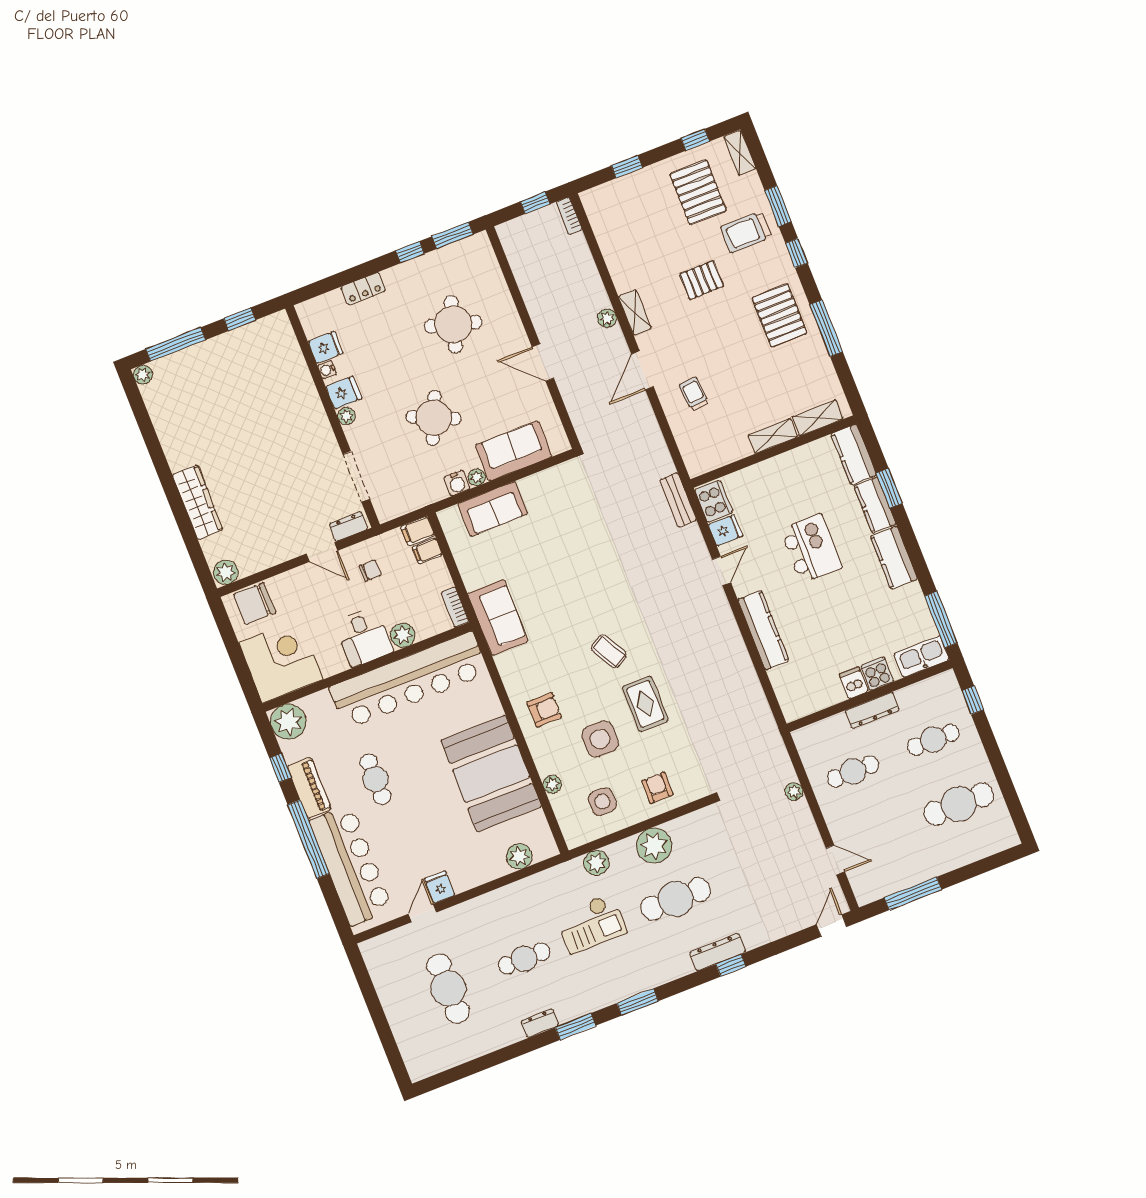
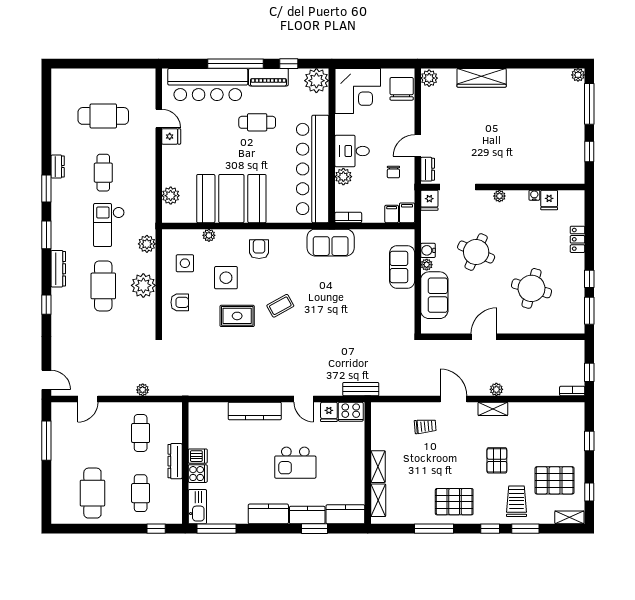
fridge: (344, 393) -> (429, 200), moved
armchair: (544, 710) -> (259, 249), turned 180
dresser: (718, 952) -> (58, 269), moved

